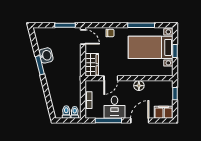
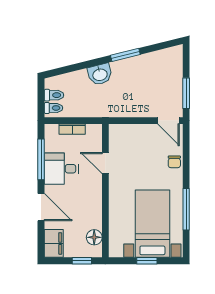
door: (83, 37) -> (168, 121), hinge flipped
washbasin: (46, 55) -> (100, 74), moved
wardrobe: (92, 65) -> (126, 134), removed
floor lamp: (139, 86) -> (94, 237), moved

